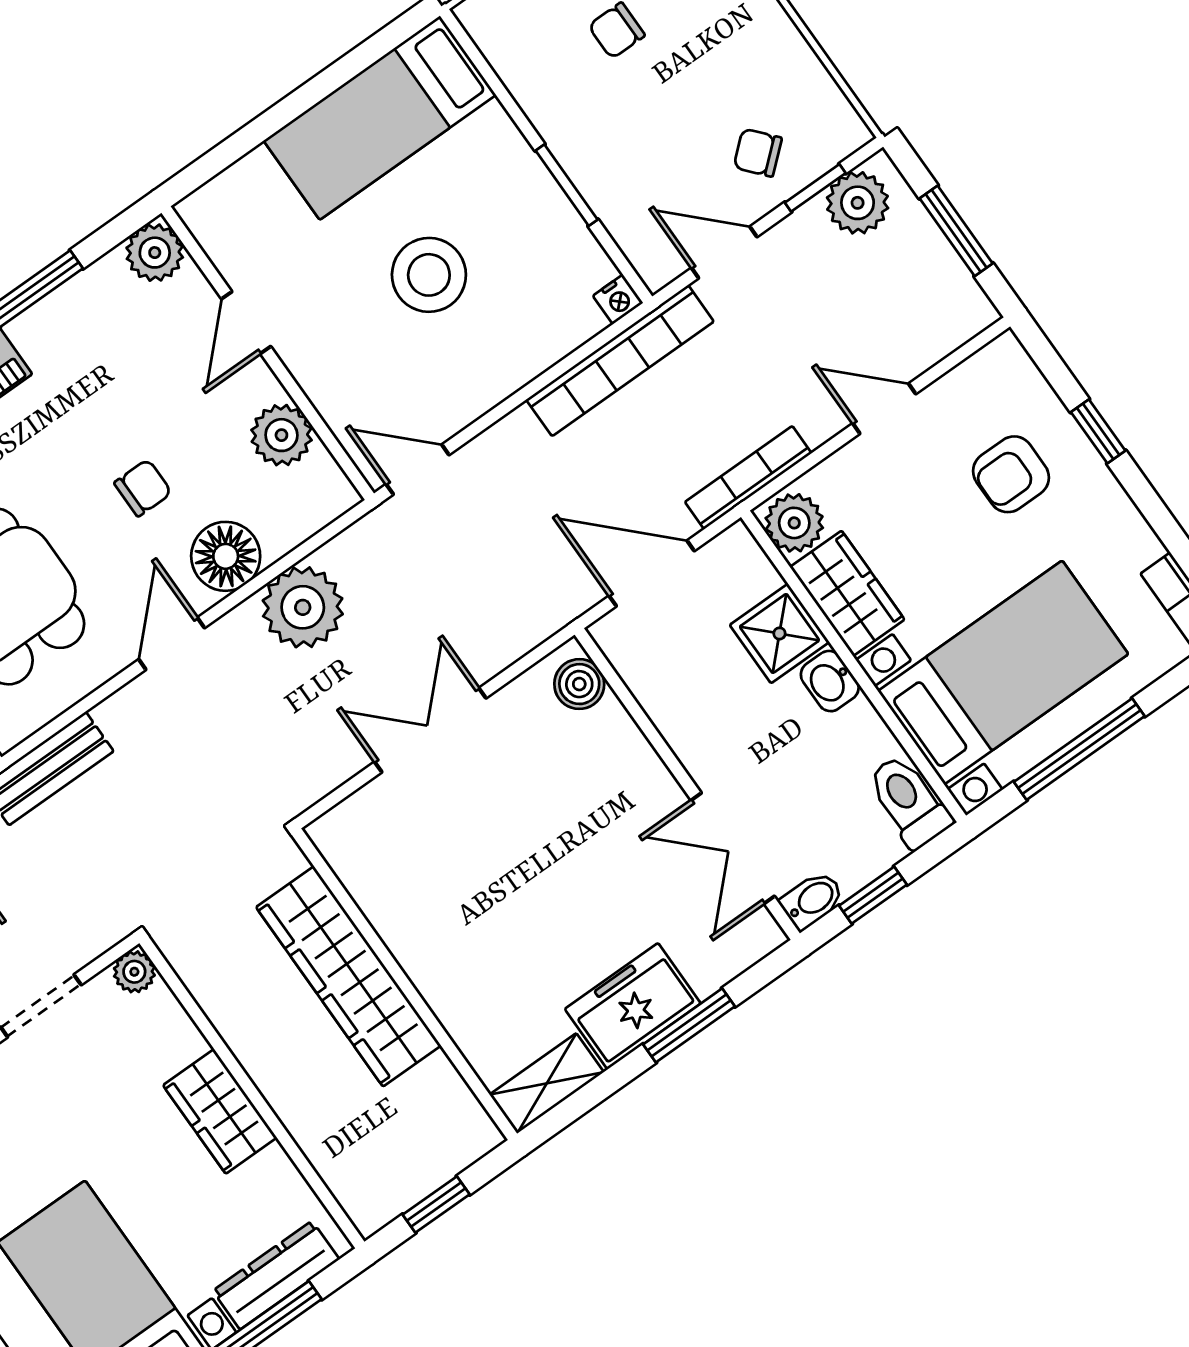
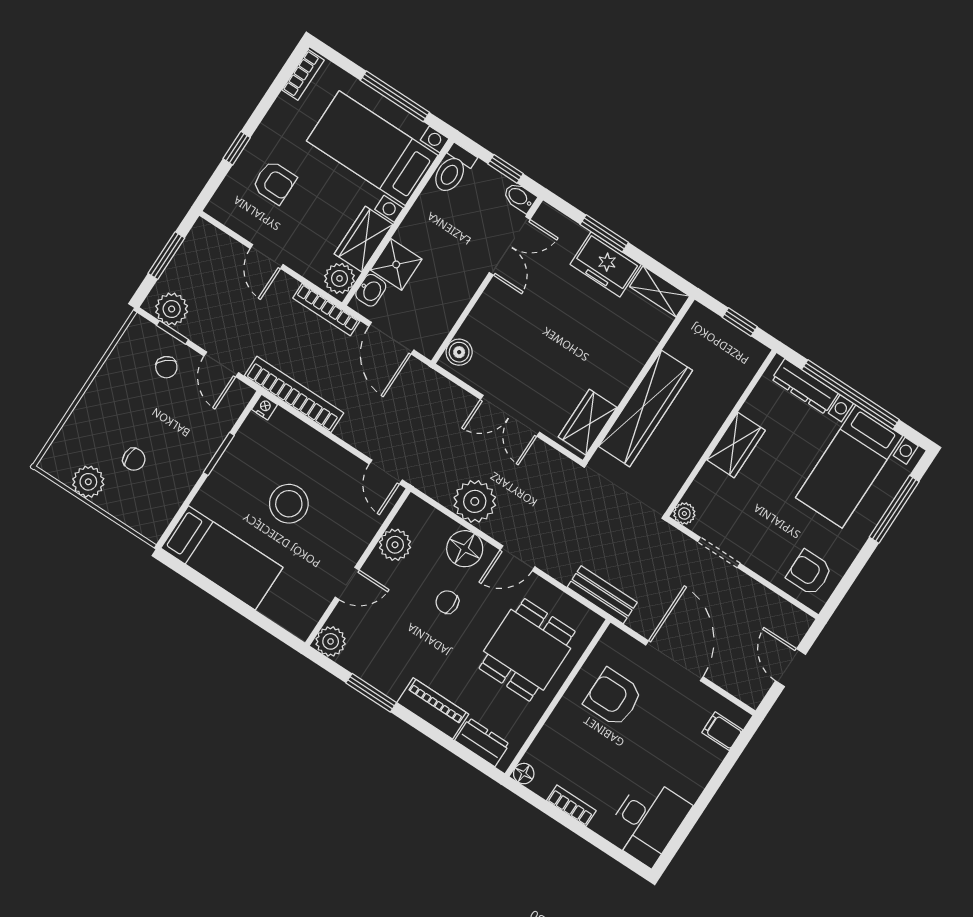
washbasin: (830, 681) -> (371, 290), moved
wardrobe: (365, 864) -> (588, 422), added

